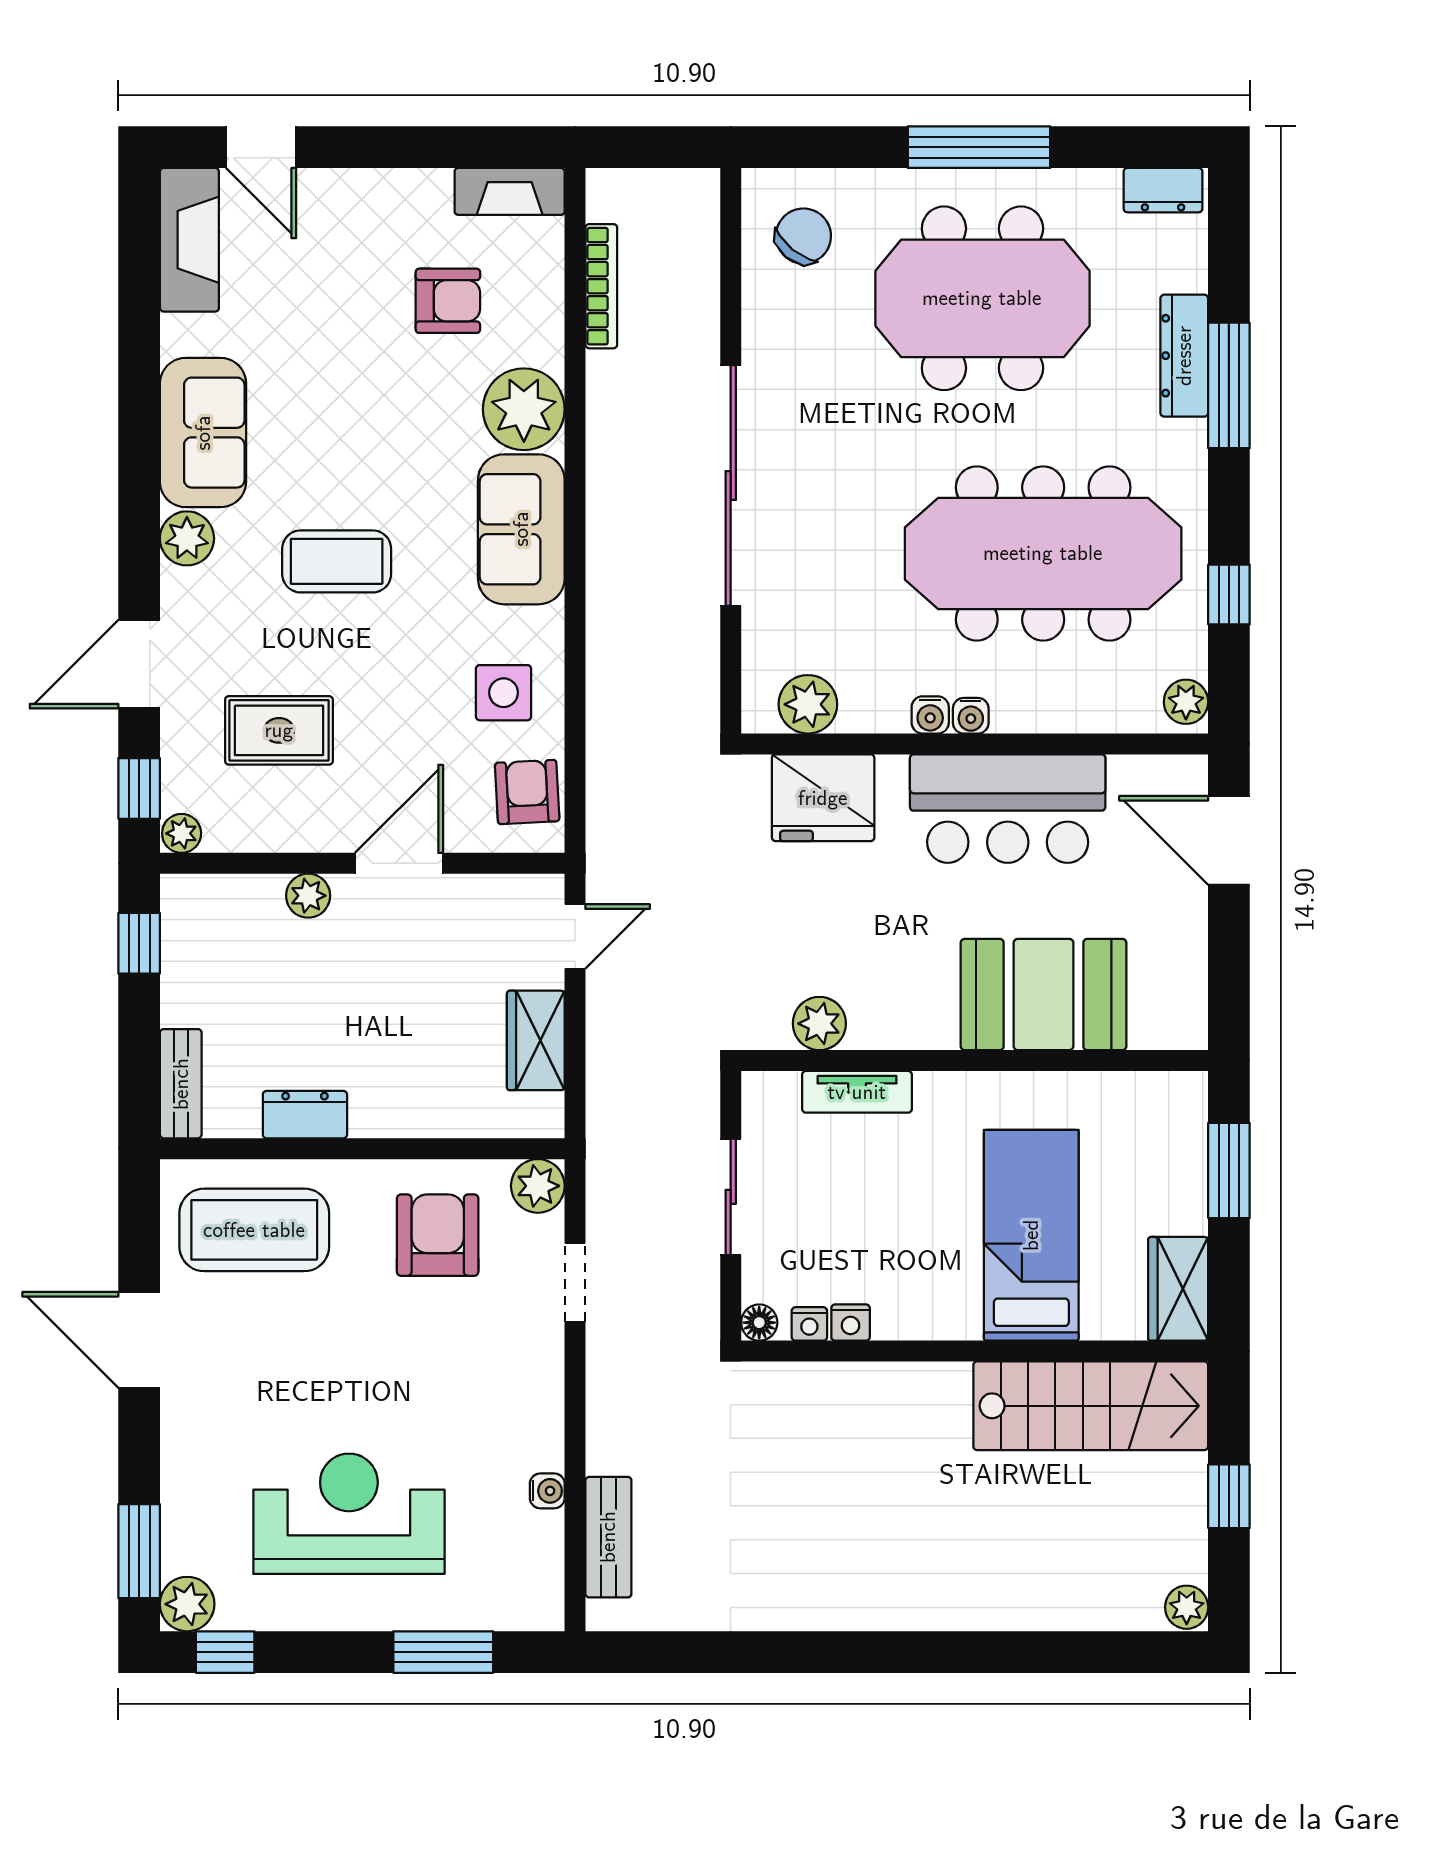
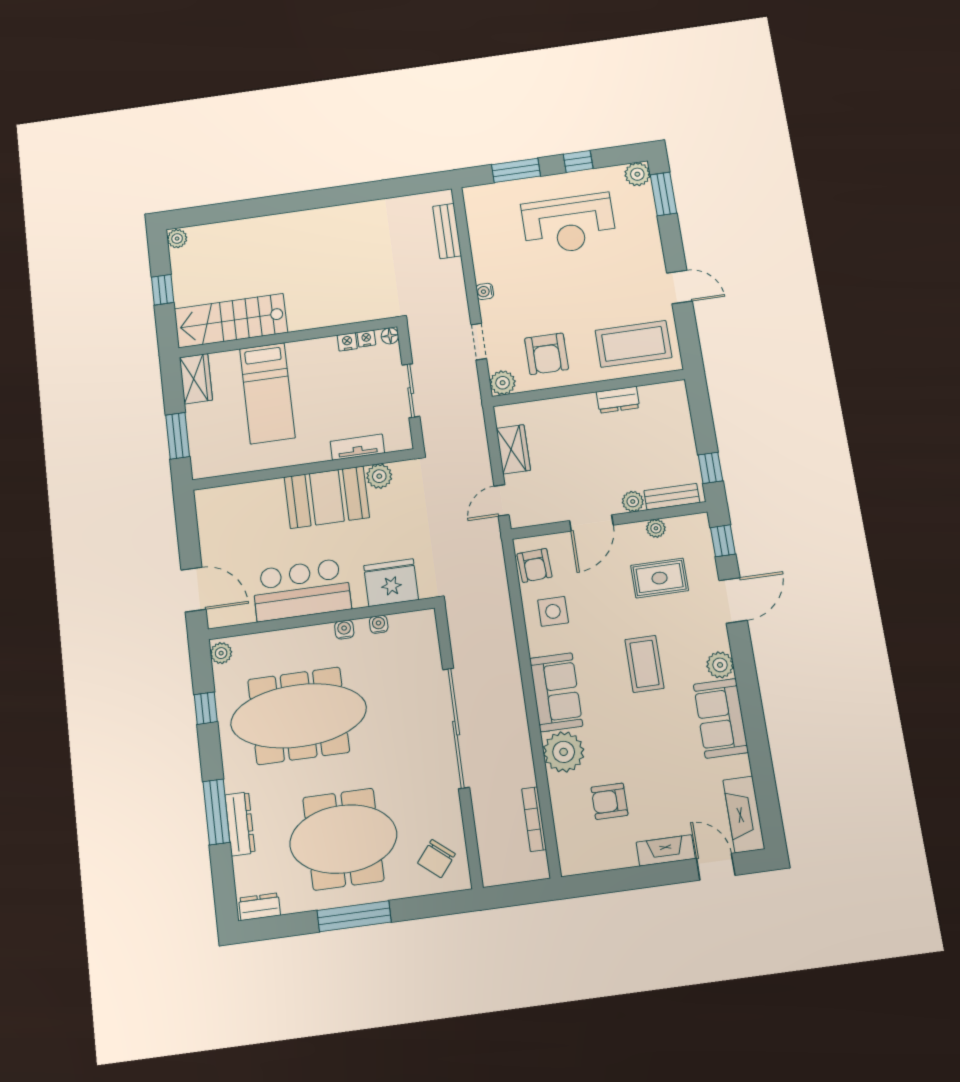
fireplace: (510, 191) -> (666, 850), moved
coffee table: (337, 561) -> (644, 664), turned 90
plant: (808, 704) -> (404, 626), removed
water cooler: (971, 716) -> (379, 624), moved
plant: (182, 833) -> (656, 528), moved
booth: (1044, 995) -> (327, 497), moved
bench: (181, 1084) -> (672, 497), moved, turned 90
door: (139, 1340) -> (679, 287), width x0.73
water cooler: (547, 1491) -> (485, 291), moved
window: (225, 1652) -> (578, 161), moved

